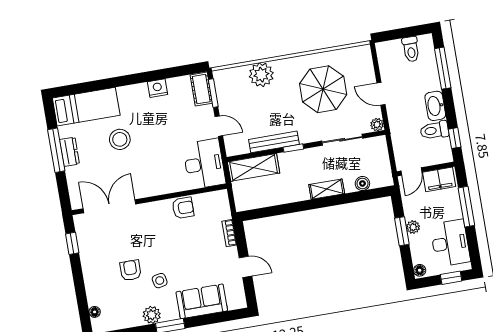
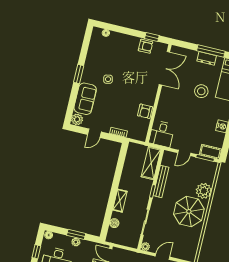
parasol: (323, 89) -> (189, 211), moved
desk: (204, 164) -> (162, 134), width x0.73
armchair: (131, 270) -> (146, 46), moved
plant: (152, 315) -> (77, 119), moved

